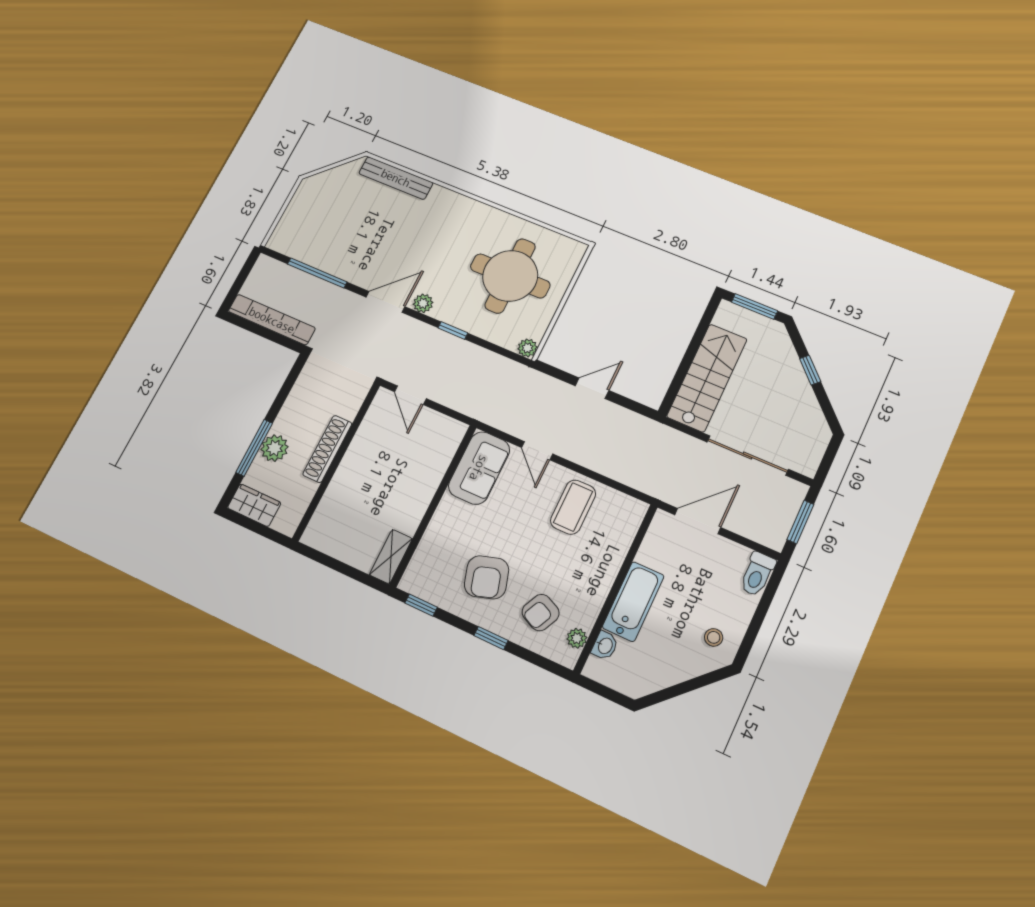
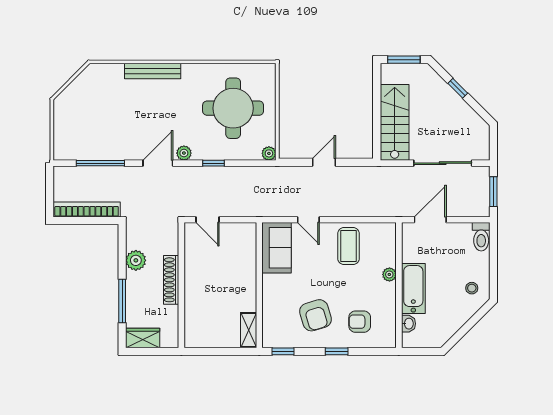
bench: (396, 178) -> (153, 71), moved
plant: (275, 448) -> (136, 260), moved
armchair: (541, 613) -> (360, 322), turned 65
plant: (577, 638) -> (389, 274), moved

